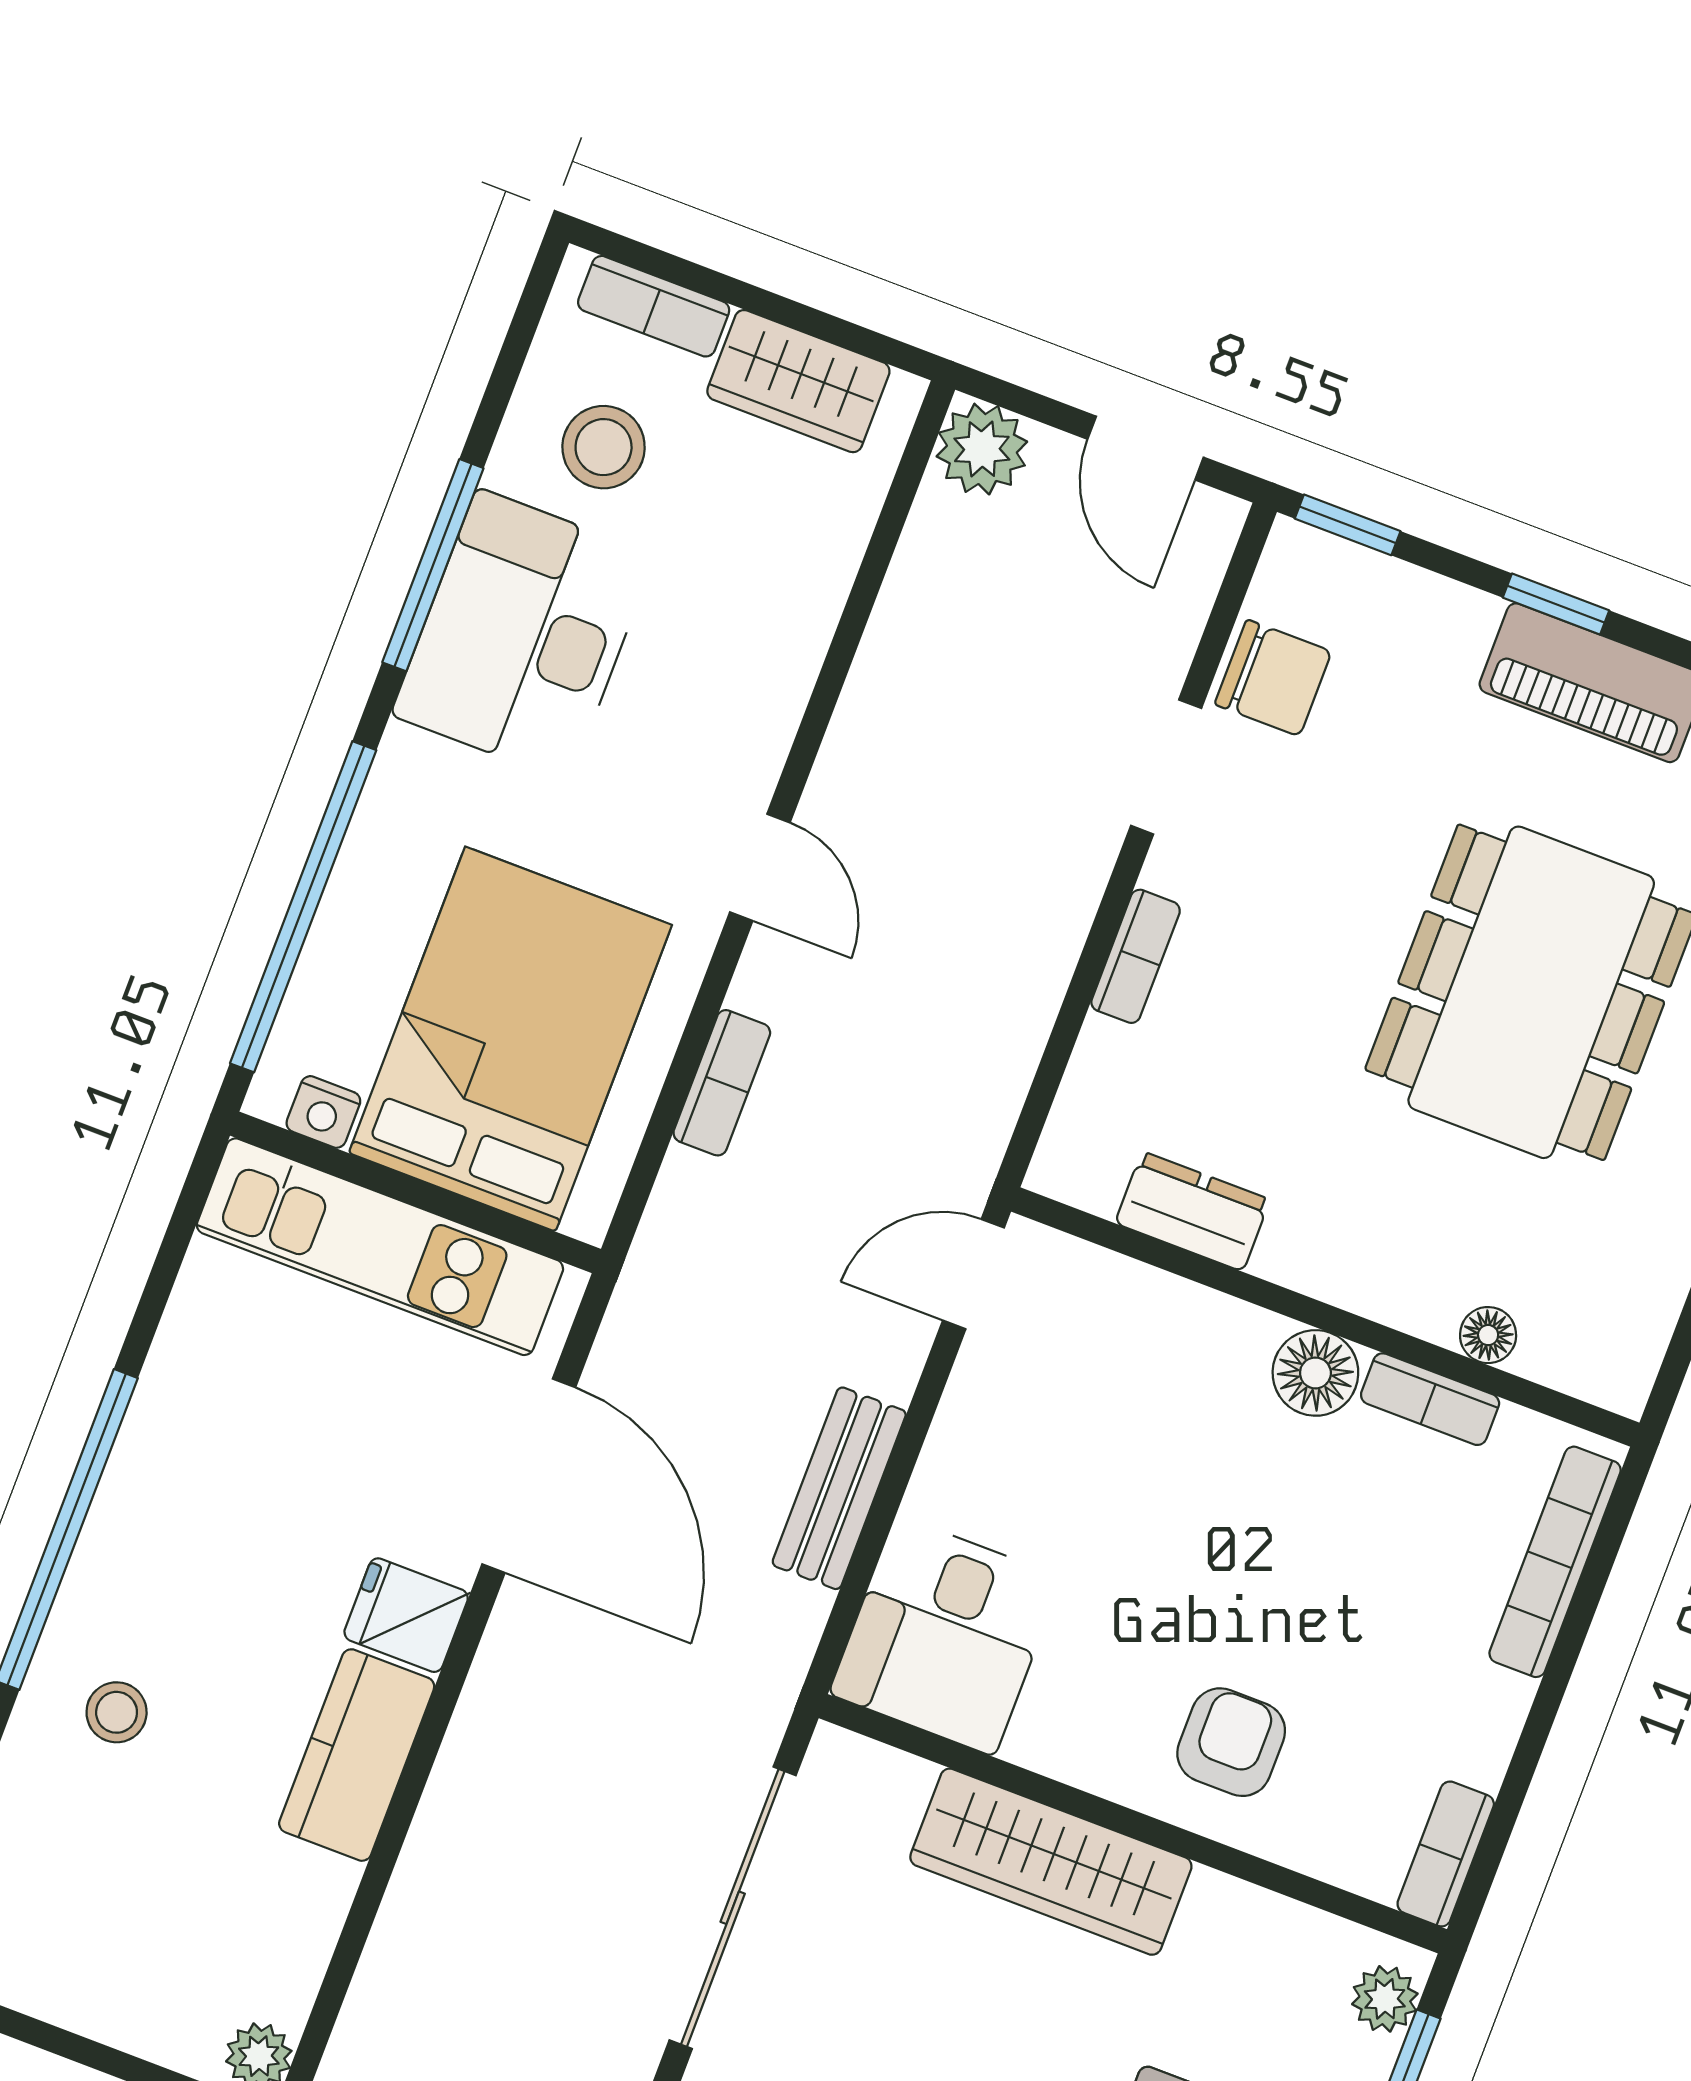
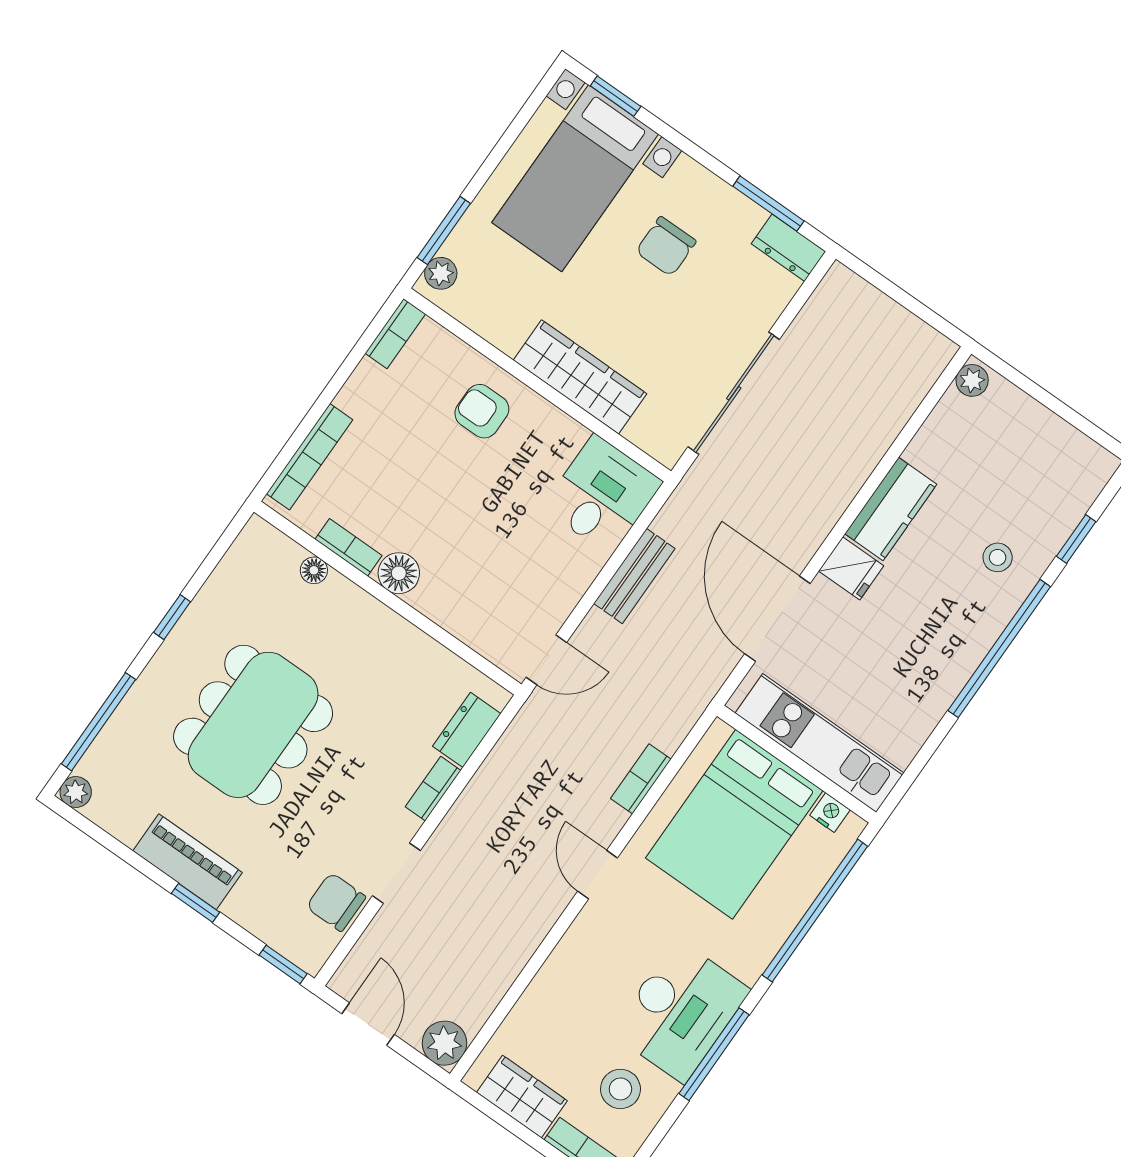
dresser: (1192, 1211) -> (467, 730), moved, turned 90
armchair: (1231, 1742) -> (482, 411), turned 90

